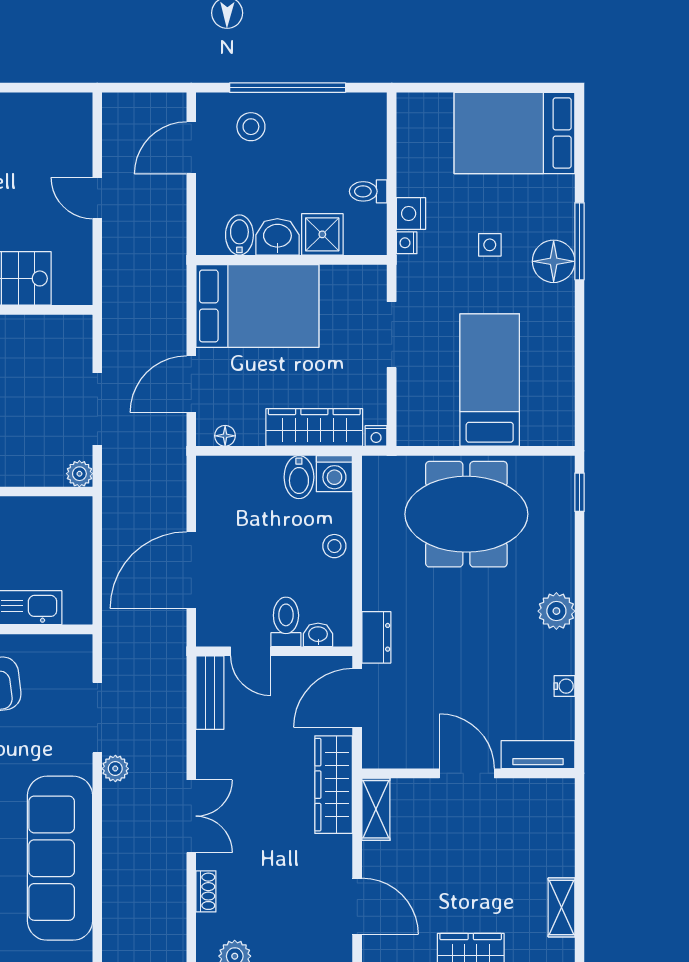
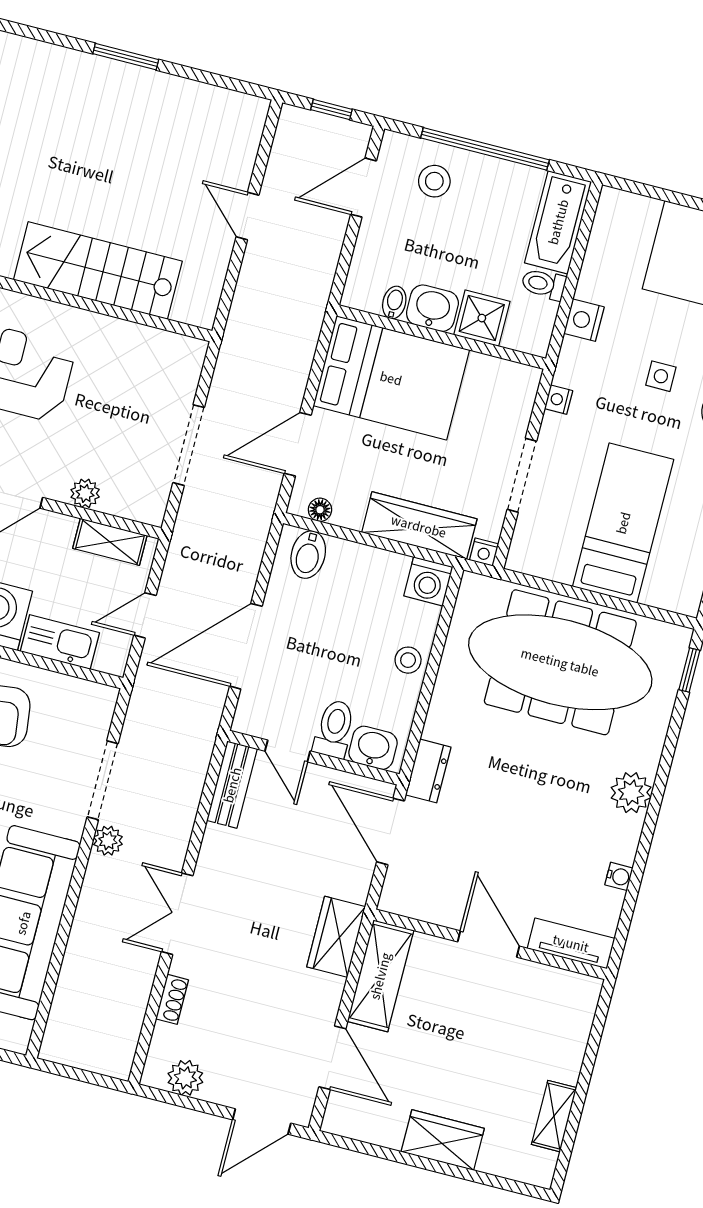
window: (146, 88) -> (331, 109), added
bathtub: (367, 135) -> (558, 222), added
bidet: (239, 235) -> (394, 303), width x0.72, depth x0.74
nightstand: (407, 243) -> (559, 400), moved
doorway: (392, 335) -> (522, 475), moved
plant: (79, 474) -> (85, 493), moved
bidet: (299, 477) -> (308, 555), moved
shelving: (51, 510) -> (110, 542), added
meeting table: (466, 514) -> (560, 662), width x1.36
door: (97, 566) -> (145, 615), added
washbasin: (318, 635) -> (373, 748), width x1.38, depth x1.45
door: (357, 698) -> (390, 831), hinge flipped
wardrobe: (334, 785) -> (336, 937), width x0.67
shelving: (376, 809) -> (380, 976), width x1.50, depth x1.33
double door: (191, 816) -> (177, 914), swing flipped

